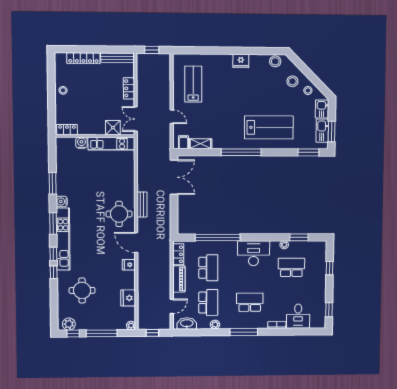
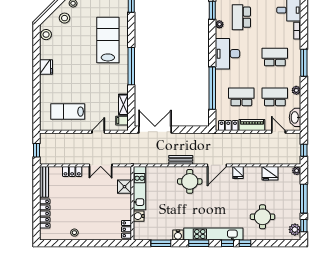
shower: (113, 128) -> (124, 187), moved
locker: (67, 130) -> (126, 229), moved
wall: (95, 136) -> (132, 203), moved
water cooler: (81, 143) -> (139, 216), moved
kitchen unit: (111, 144) -> (139, 188), moved
school desk: (250, 302) -> (275, 57), turned 90

